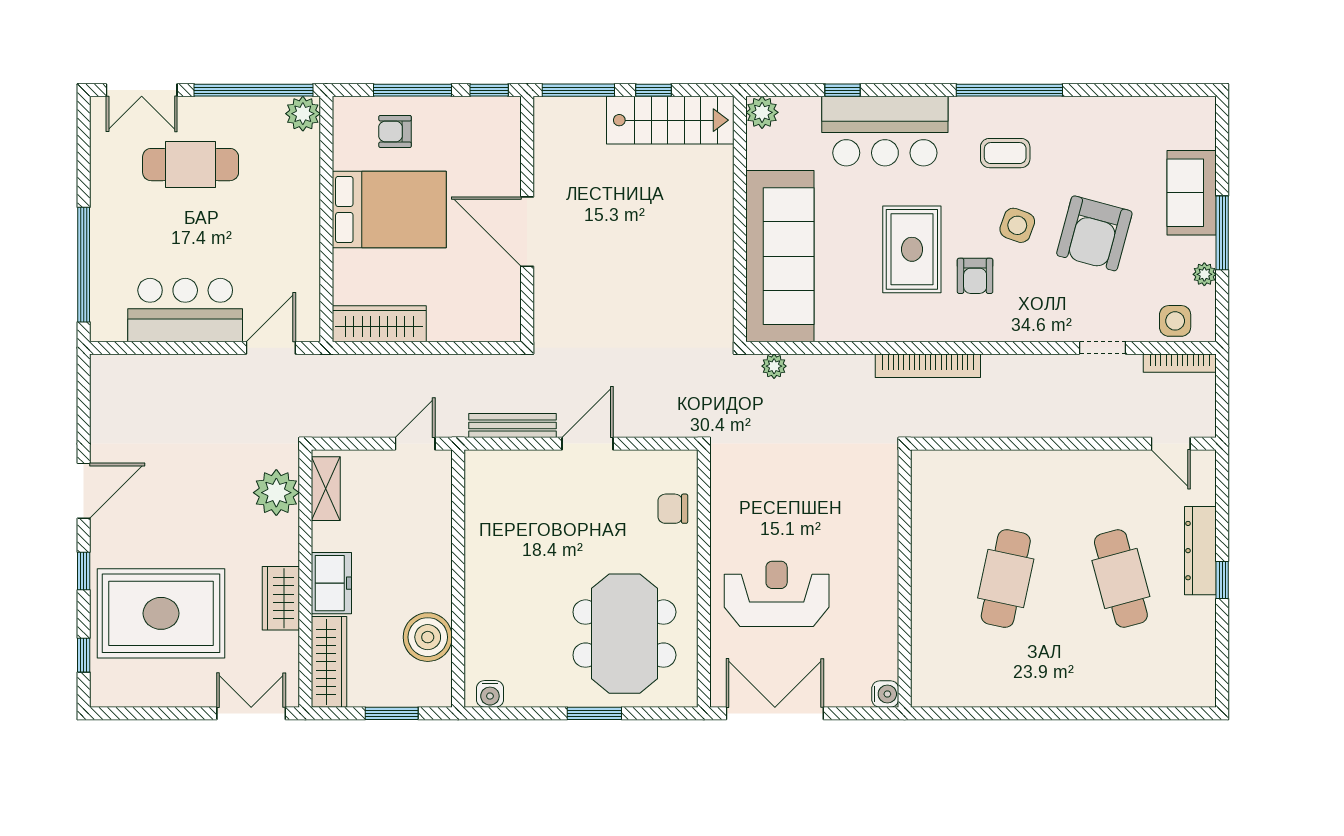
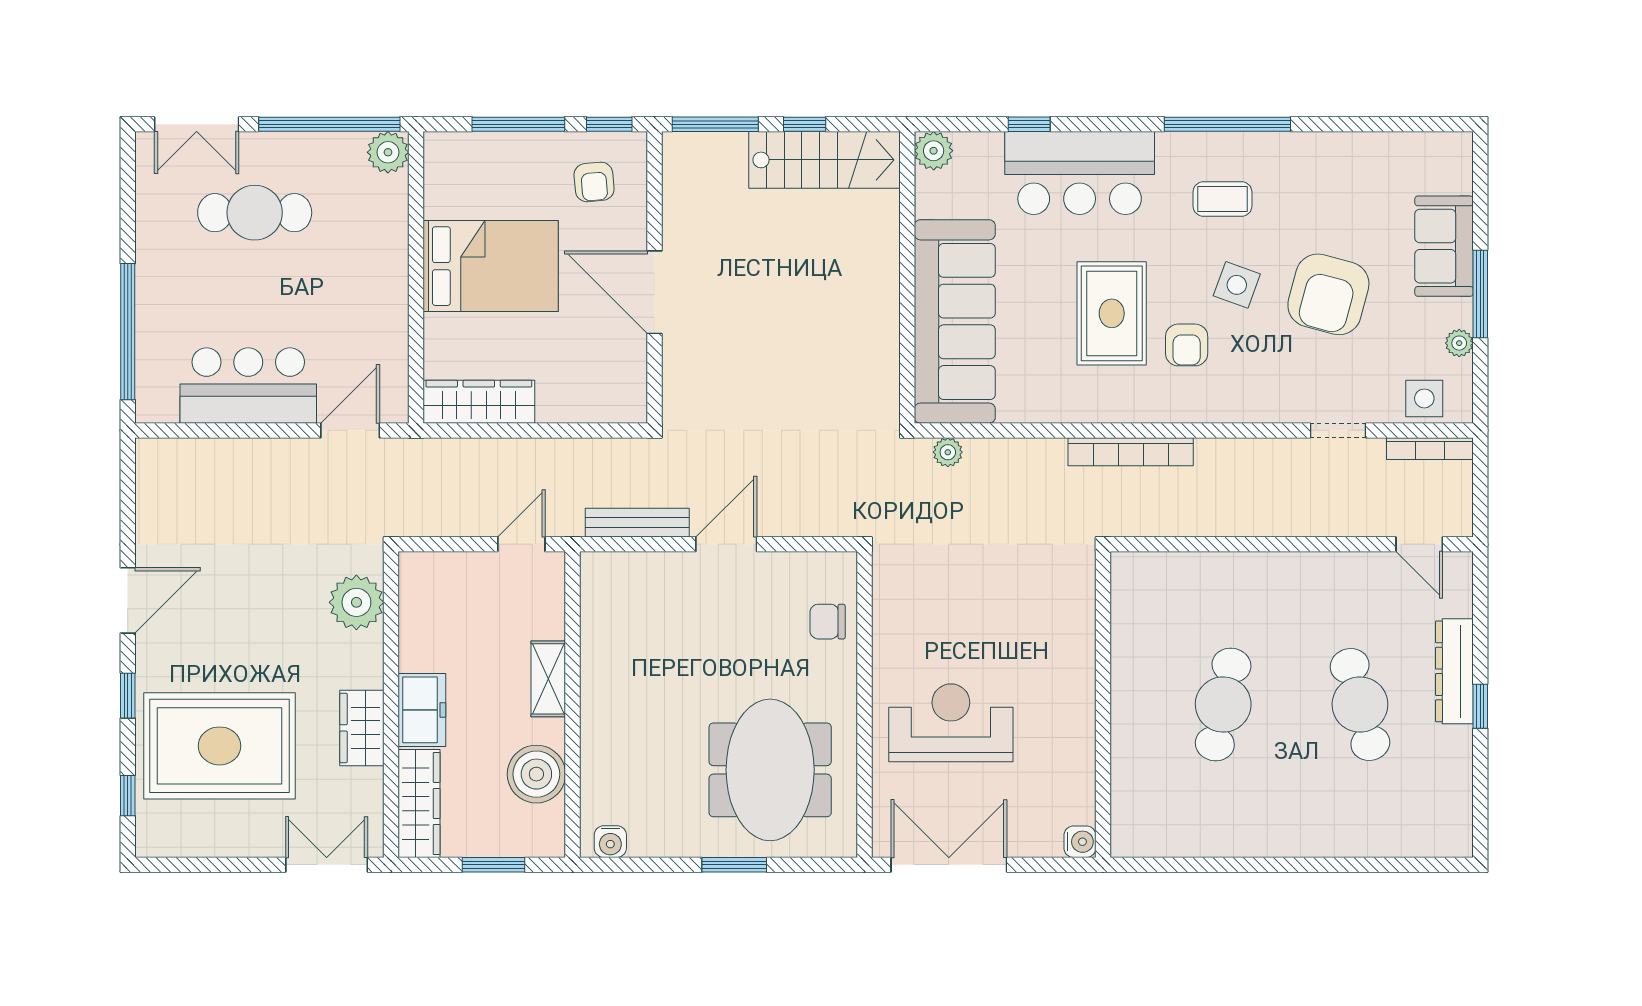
armchair: (395, 131) -> (594, 182), moved, turned -95
shelving: (326, 489) -> (548, 679), moved

